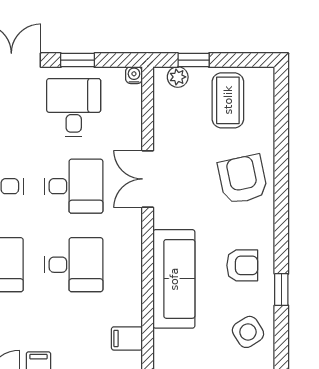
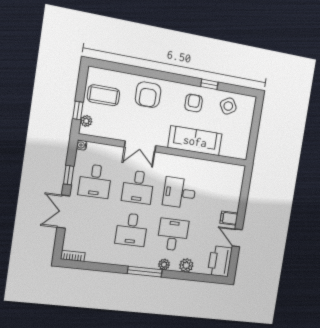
desk: (74, 108) -> (95, 181), turned -90
armchair: (243, 179) -> (148, 95), turned -78
desk: (74, 186) -> (138, 187), turned 180
desk: (74, 265) -> (179, 193), turned -90
filing cabinet: (127, 338) -> (221, 170), removed

